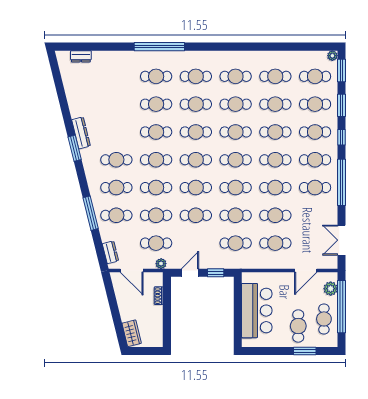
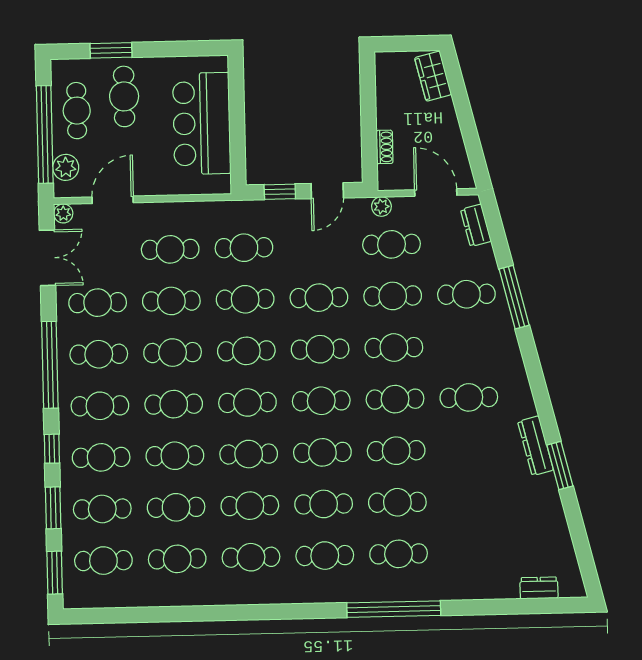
plant: (332, 56) -> (63, 213), moved
window: (75, 148) -> (560, 466), moved
cafe table: (116, 188) -> (98, 303), moved

